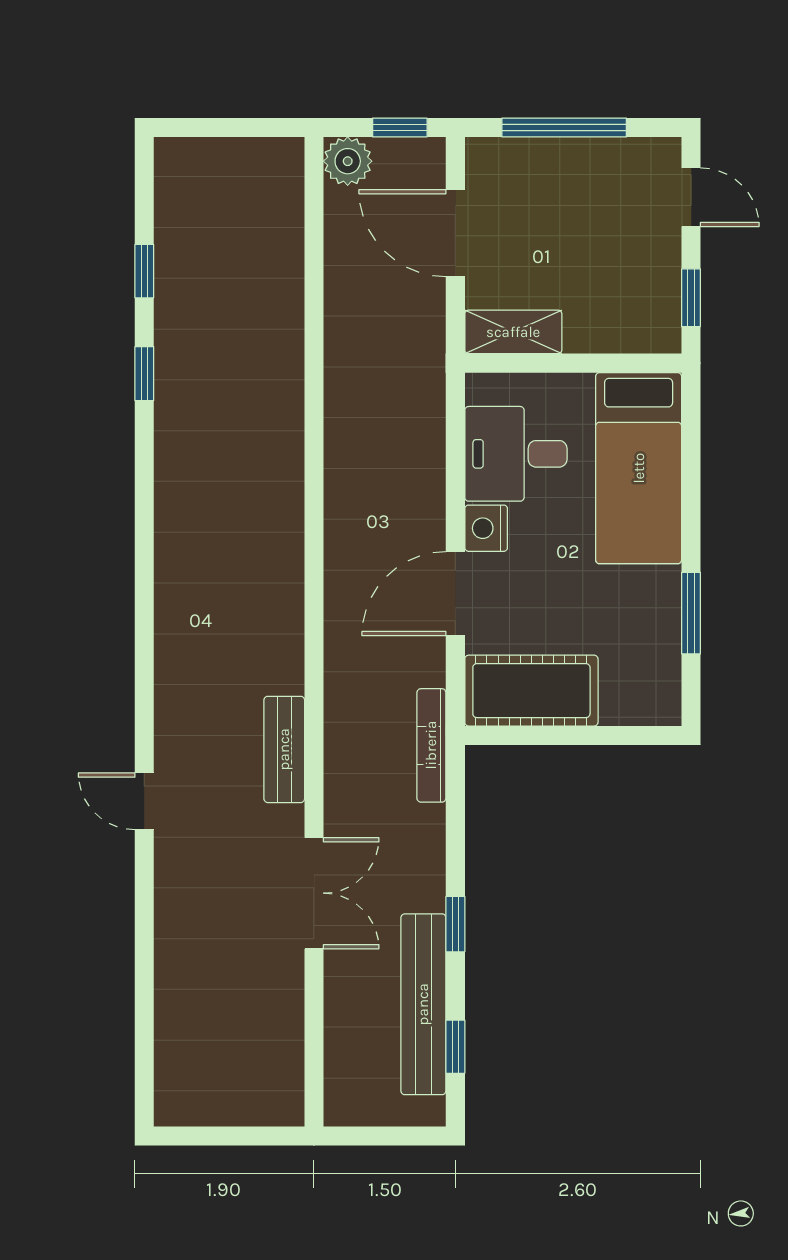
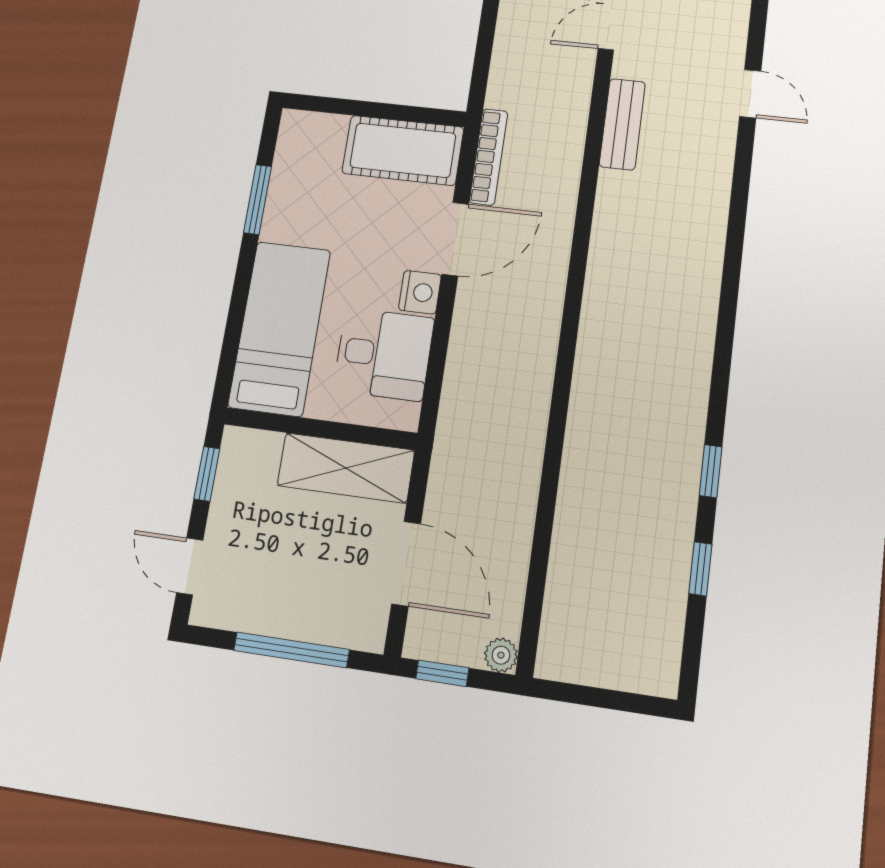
plant: (348, 161) -> (501, 655), width x0.73, depth x0.73
shelving: (513, 332) -> (346, 468), width x1.50, depth x1.33
bookcase: (431, 745) -> (489, 157), moved

